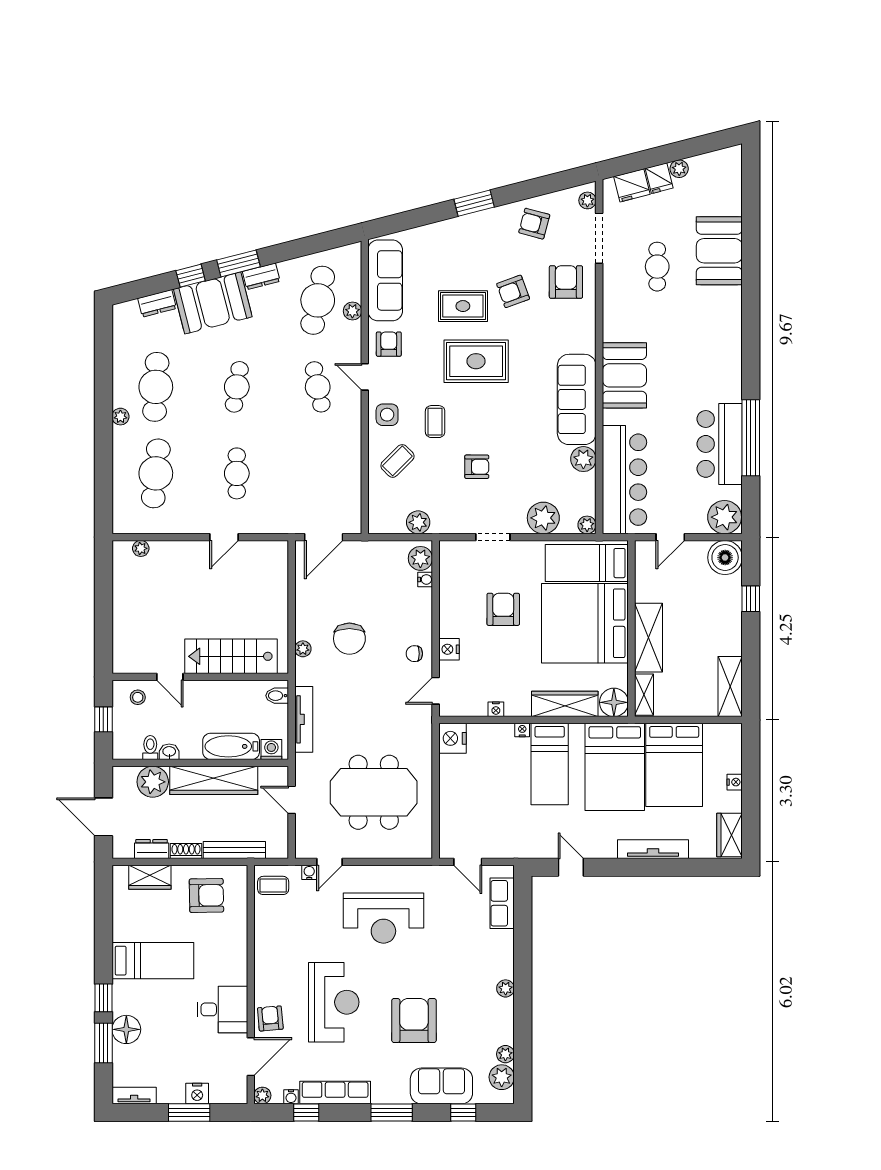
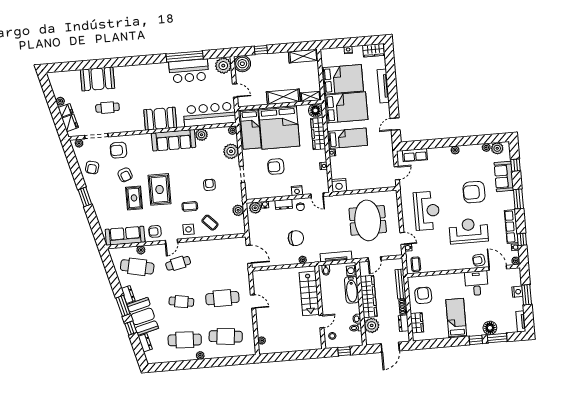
cafe table: (237, 473) -> (222, 298), width x1.37, depth x1.35
dresser: (423, 619) -> (284, 204), added

